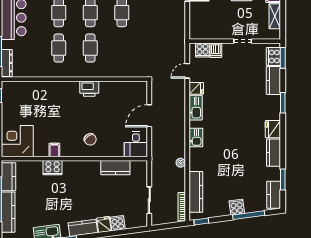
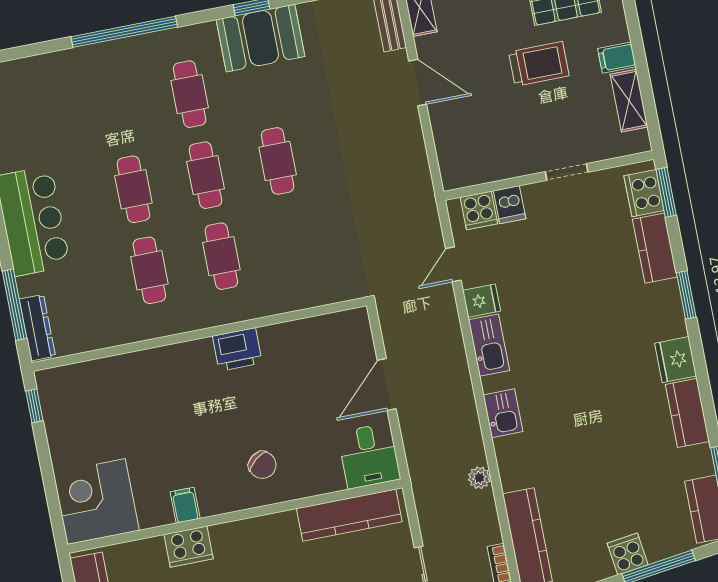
kitchen counter: (115, 168) -> (349, 515), width x1.50

